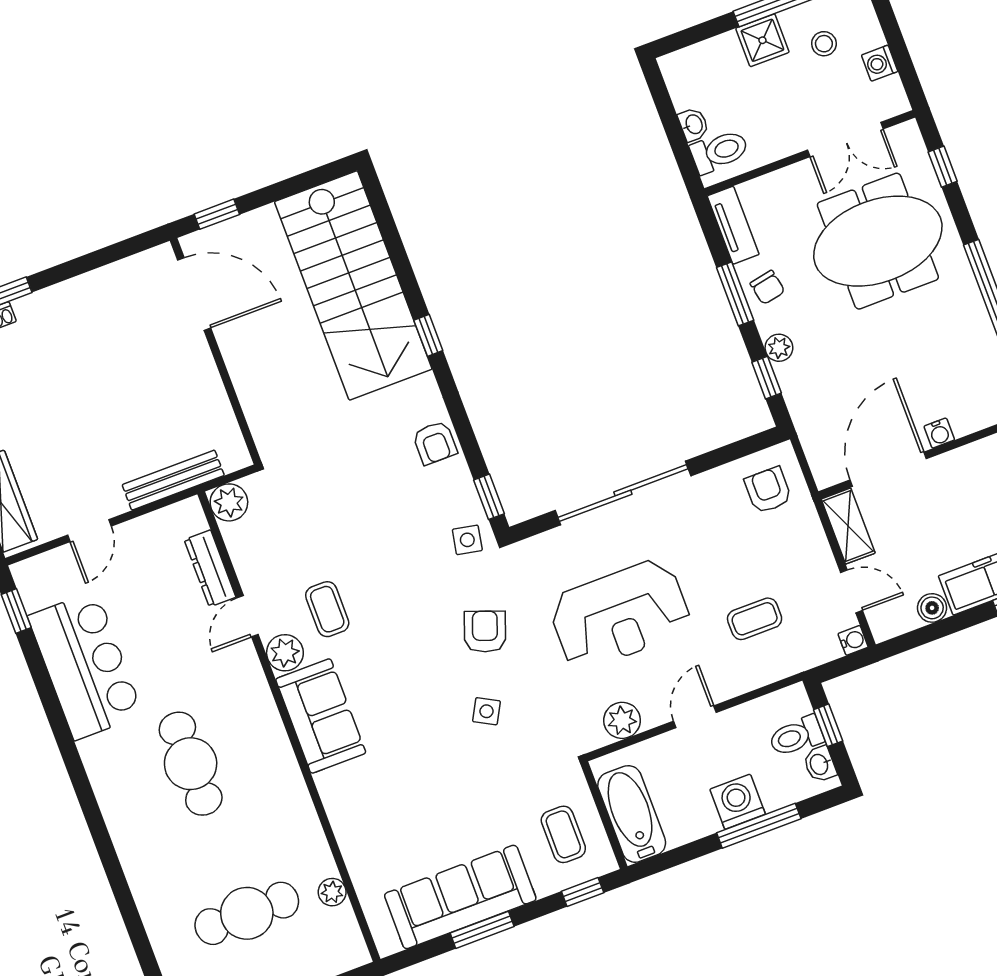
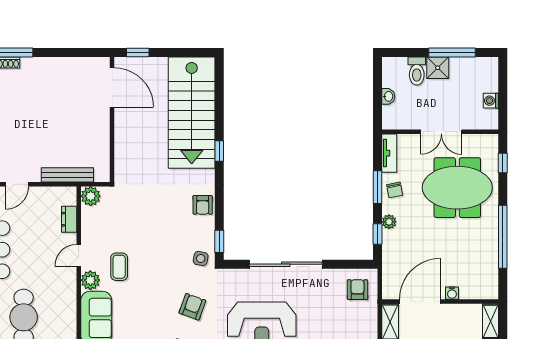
stool: (824, 44) -> (467, 81), removed
double door: (845, 139) -> (441, 132), moved
toilet: (719, 151) -> (417, 71), moved, turned 90
dresser: (210, 568) -> (69, 219), width x0.70

